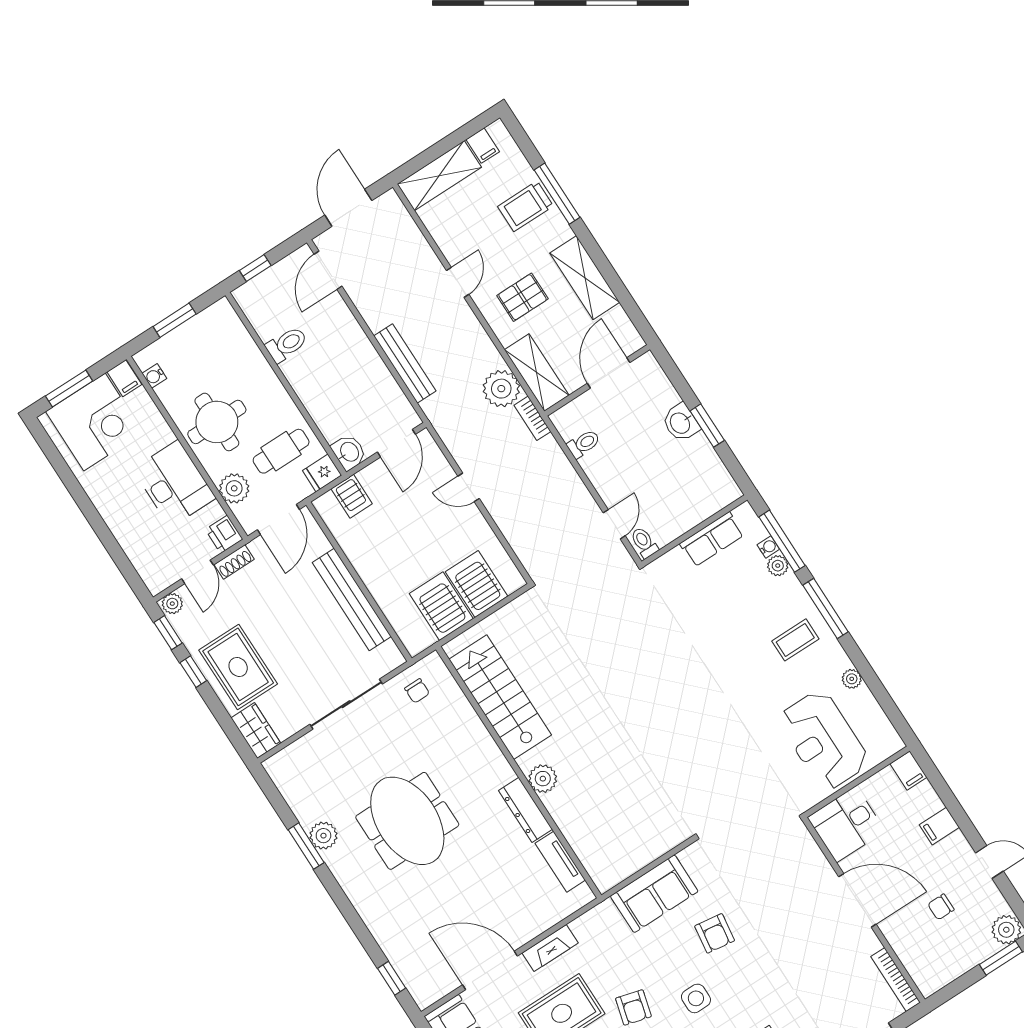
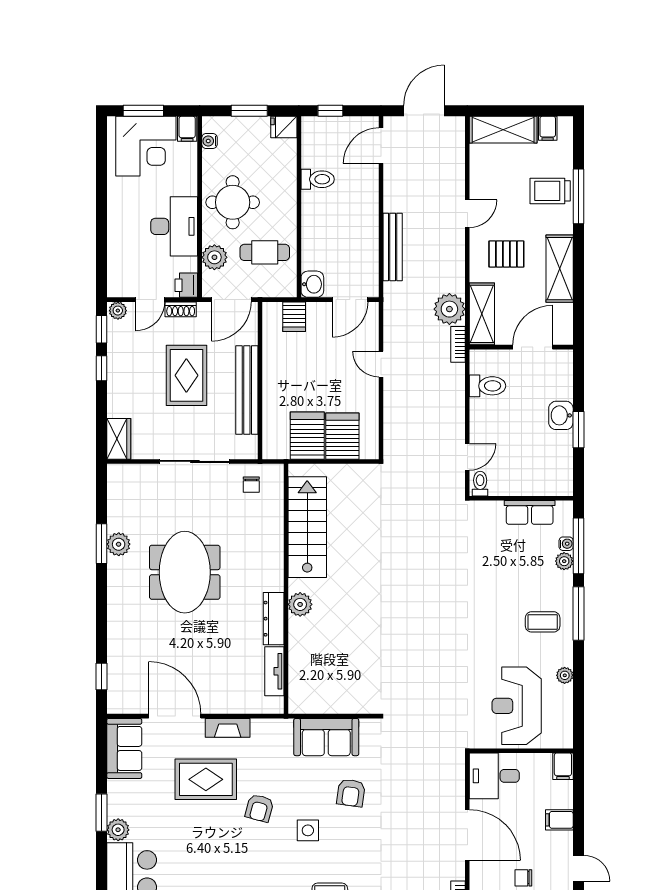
toilet: (584, 444) -> (488, 386), width x1.37, depth x1.39
fridge: (322, 473) -> (284, 127), moved
rug: (238, 667) -> (186, 375), moved

